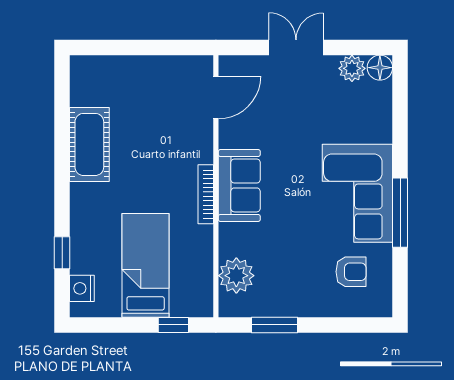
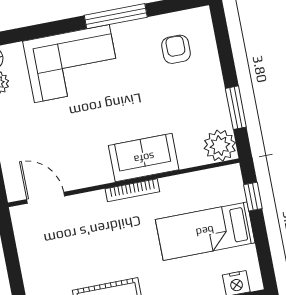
sofa: (239, 185) -> (144, 158), moved
corner sofa: (357, 193) -> (72, 64), moved
plant: (236, 276) -> (220, 146), moved

